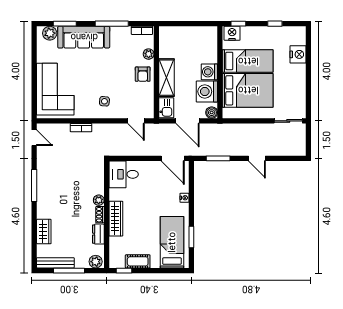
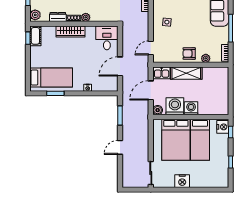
nightstand: (298, 54) -> (182, 181), moved
door: (173, 158) -> (120, 66), moved
cot: (138, 261) -> (35, 36), moved

